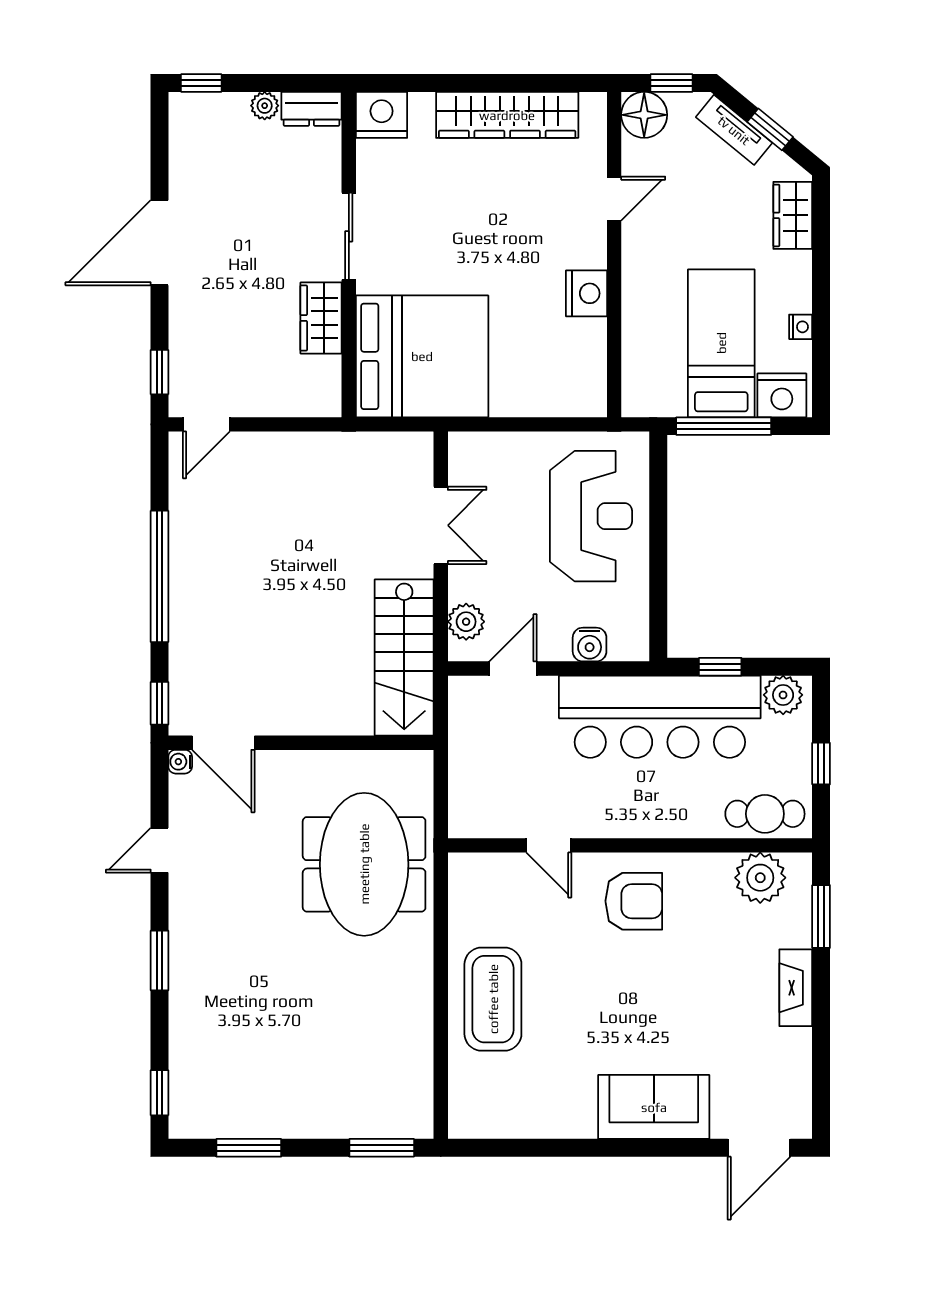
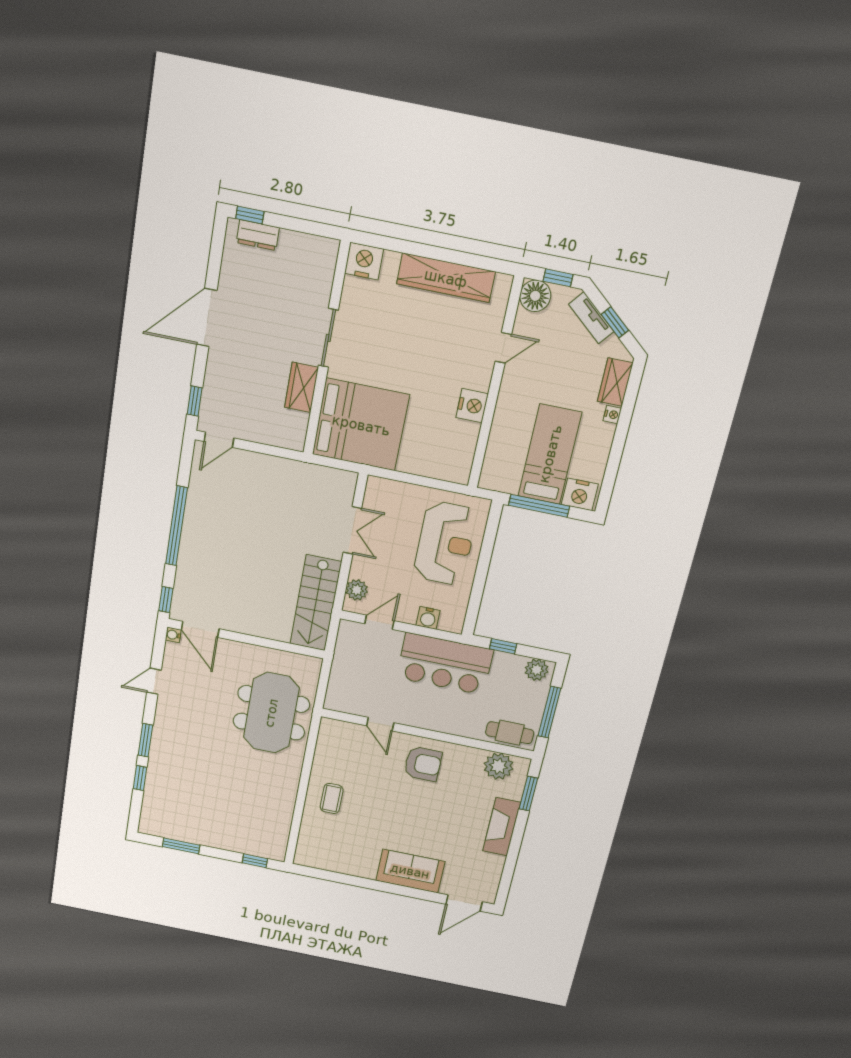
plant: (265, 106) -> (289, 239), removed
dresser: (312, 109) -> (258, 235), moved
nightstand: (801, 327) -> (612, 414), moved
bar counter: (660, 717) -> (445, 664), width x0.73
window: (821, 764) -> (549, 712), width x2.17
fireplace: (796, 988) -> (502, 827), width x1.37, depth x1.32
coffee table: (493, 999) -> (332, 799), width x0.54, depth x0.58
window: (160, 1093) -> (140, 778), moved
window: (382, 1148) -> (255, 861), width x0.67

